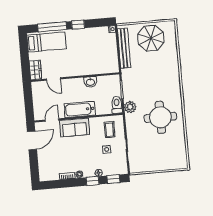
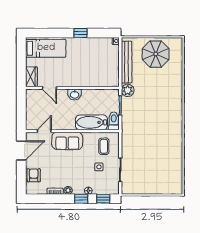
window: (52, 27) -> (53, 33), removed
washbasin: (90, 82) -> (75, 95), moved
plant: (130, 107) -> (128, 90), moved
bathtub: (80, 109) -> (91, 122), moved
round table: (160, 117) -> (158, 138), removed
armchair: (46, 163) -> (34, 175), added

